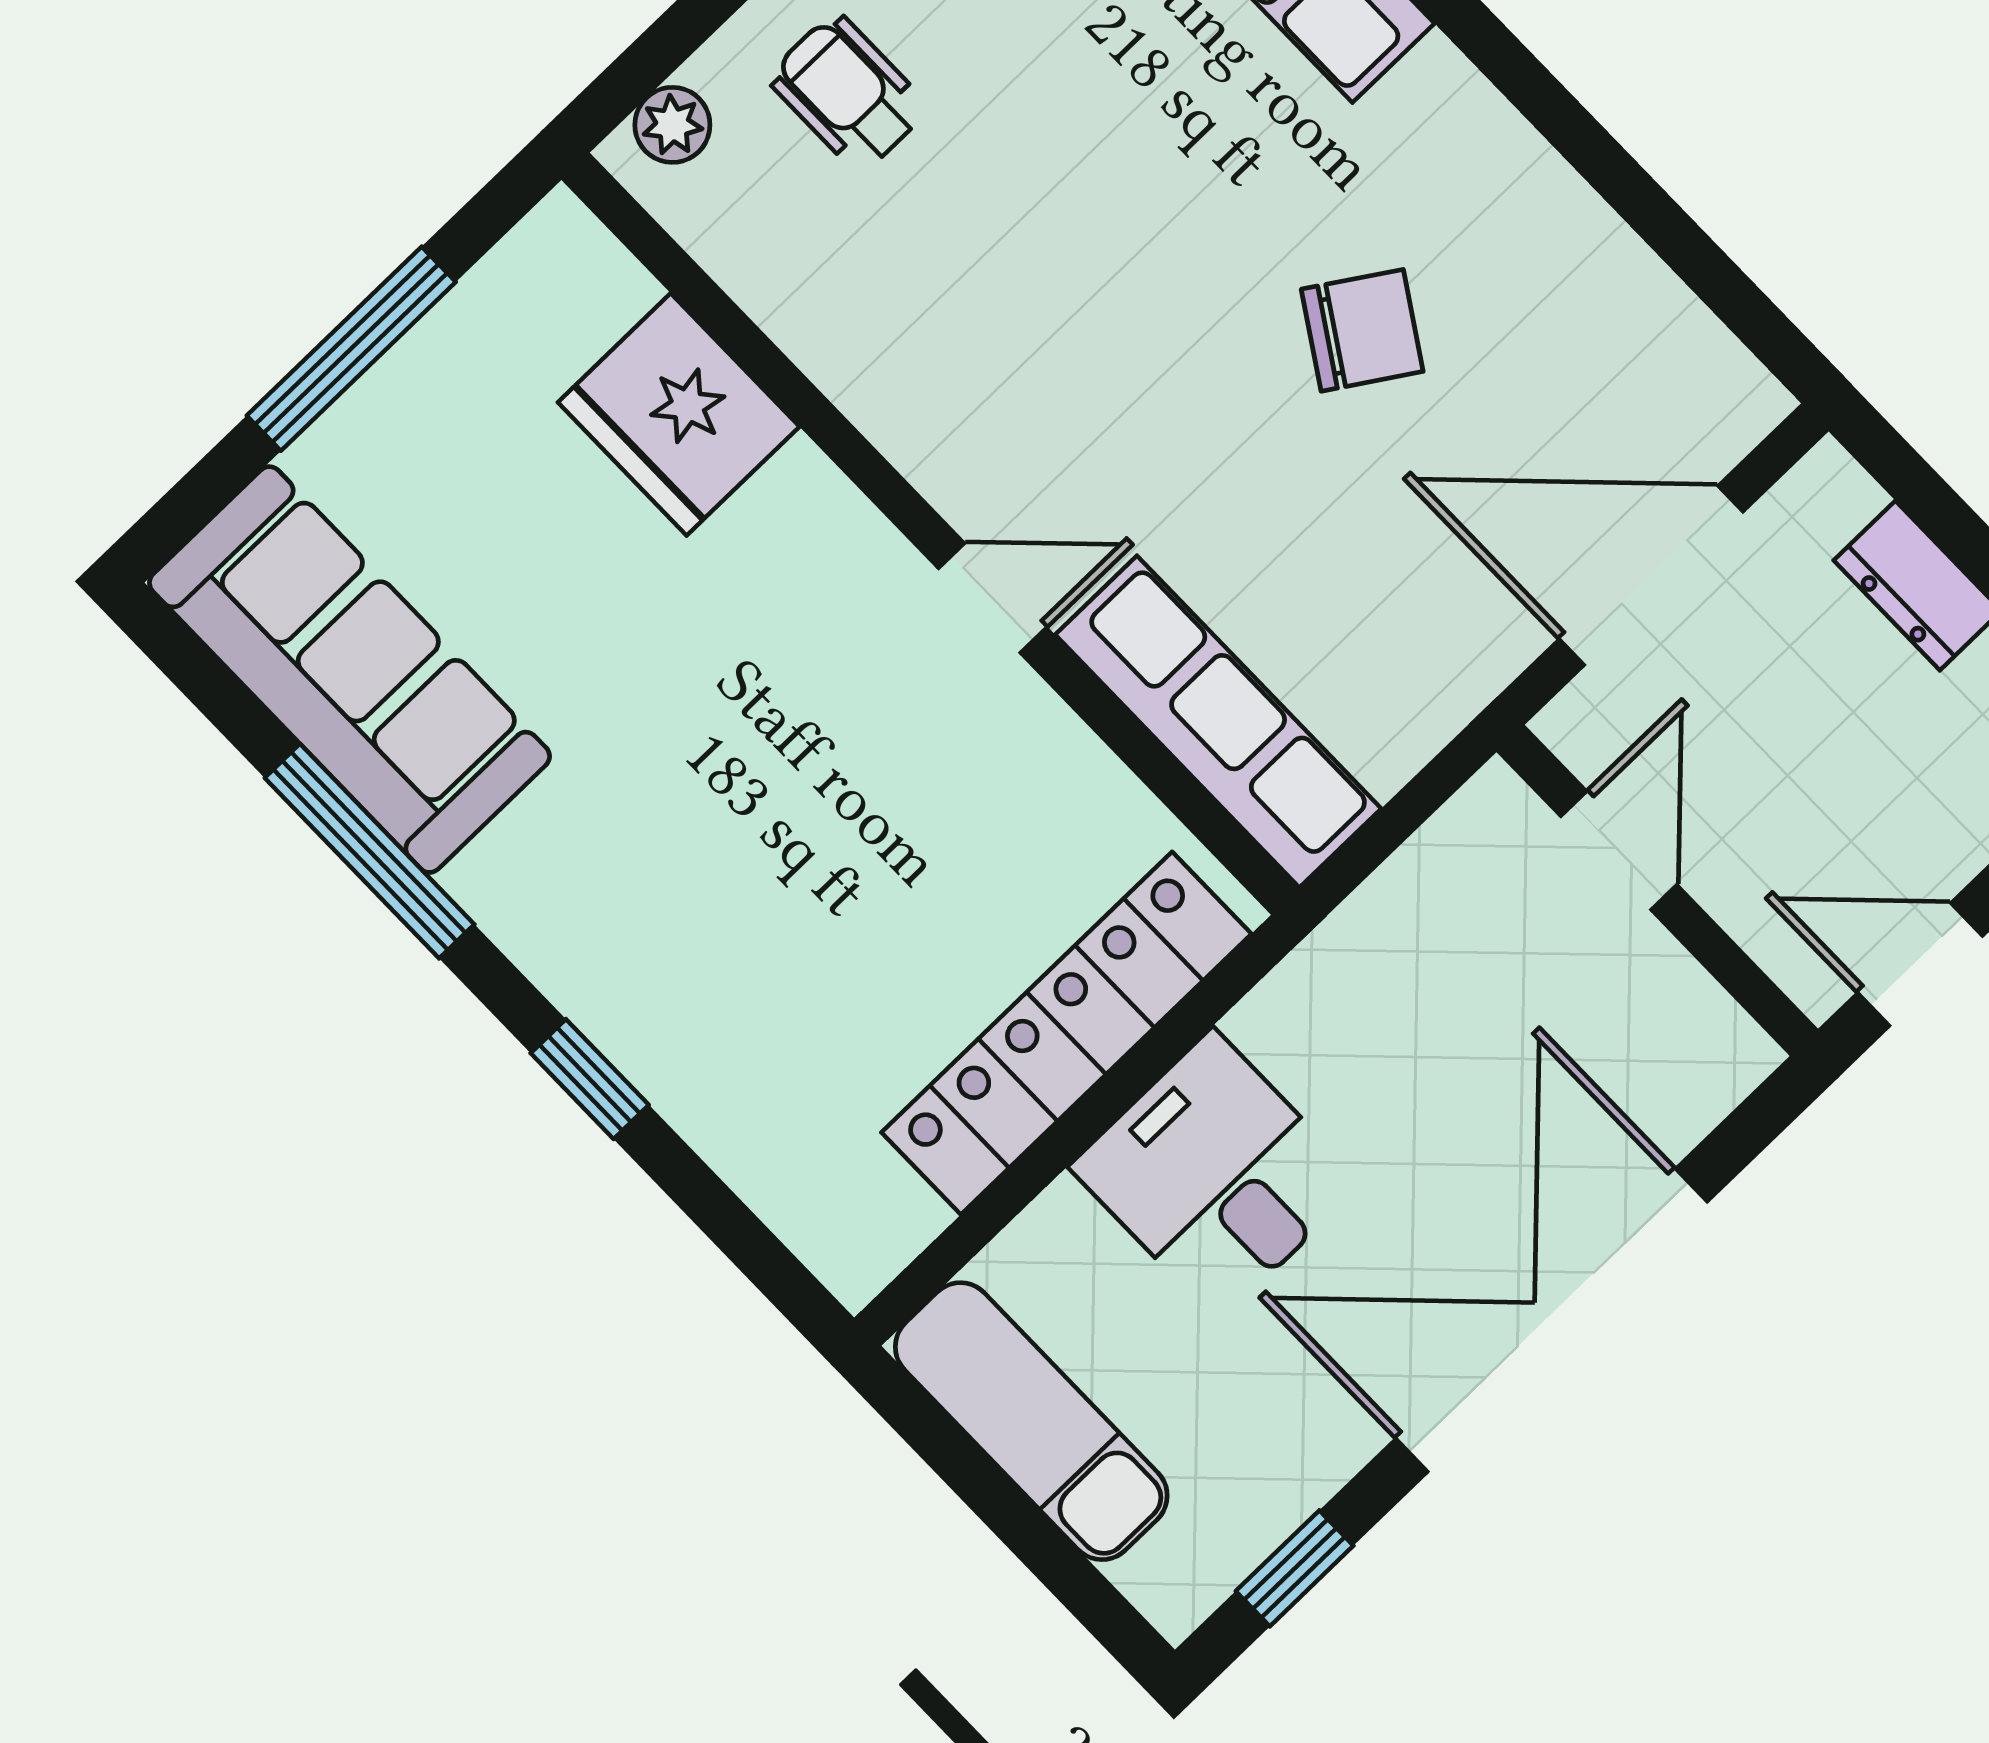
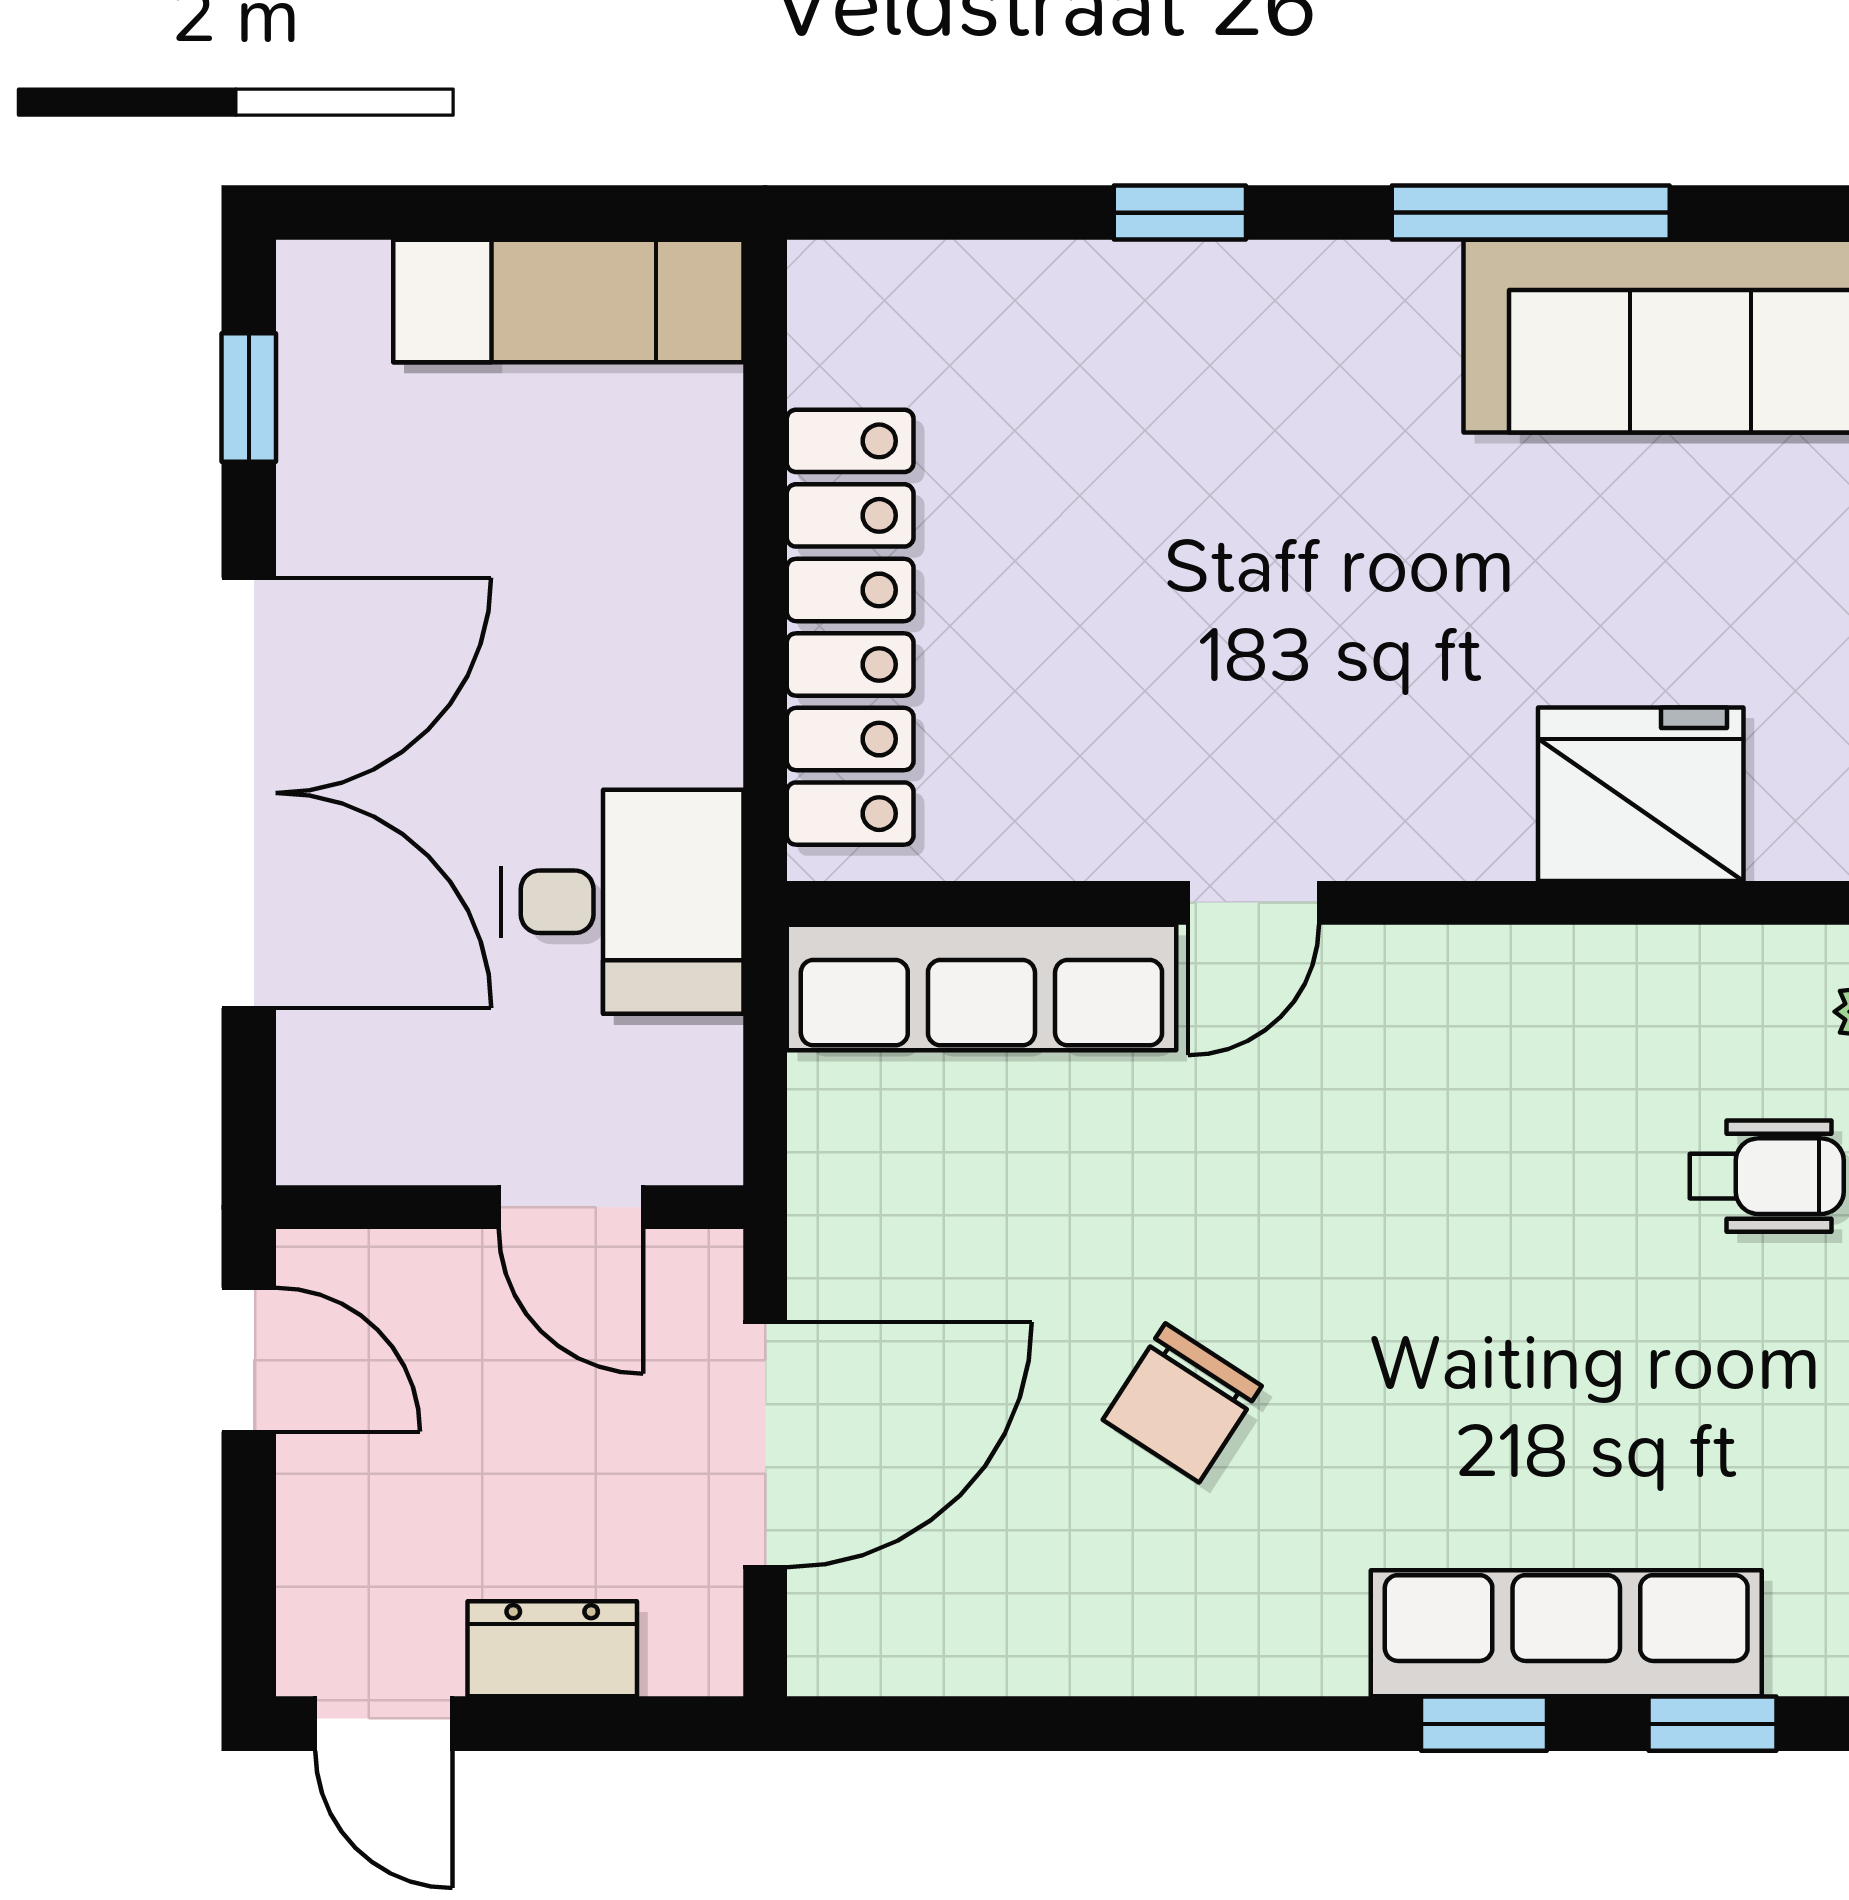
door: (1920, 964) -> (249, 1360), hinge flipped
desk: (1216, 1175) -> (622, 902), moved

